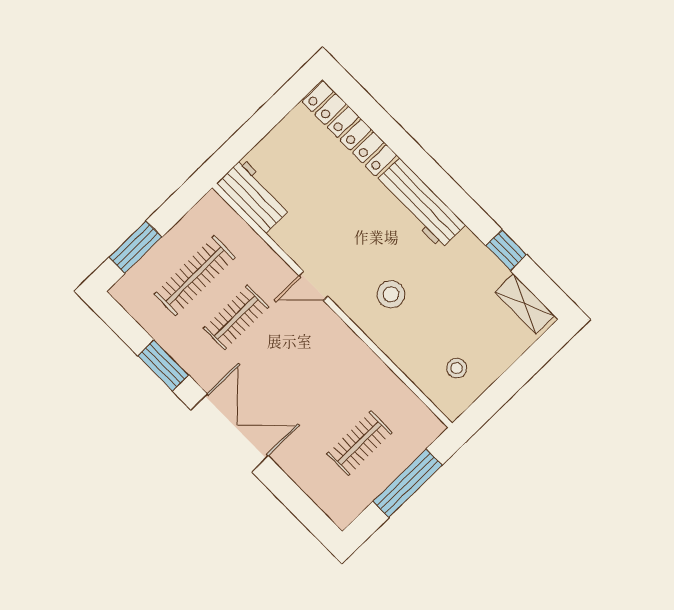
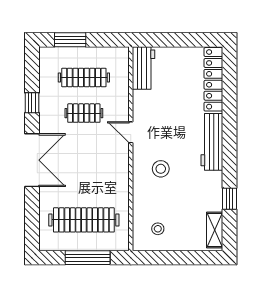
window: (163, 365) -> (32, 103), width x0.67
clothes rail: (360, 443) -> (84, 220), width x1.86, depth x1.31

